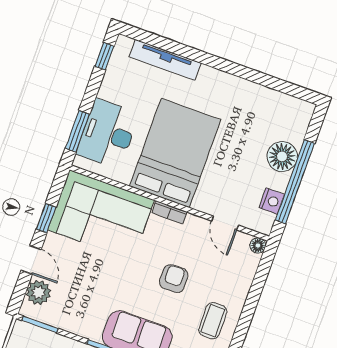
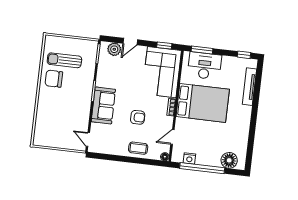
floor lamp: (282, 157) -> (229, 160), moved
window: (46, 218) -> (164, 45), moved
coffee table: (213, 321) -> (138, 148), moved

